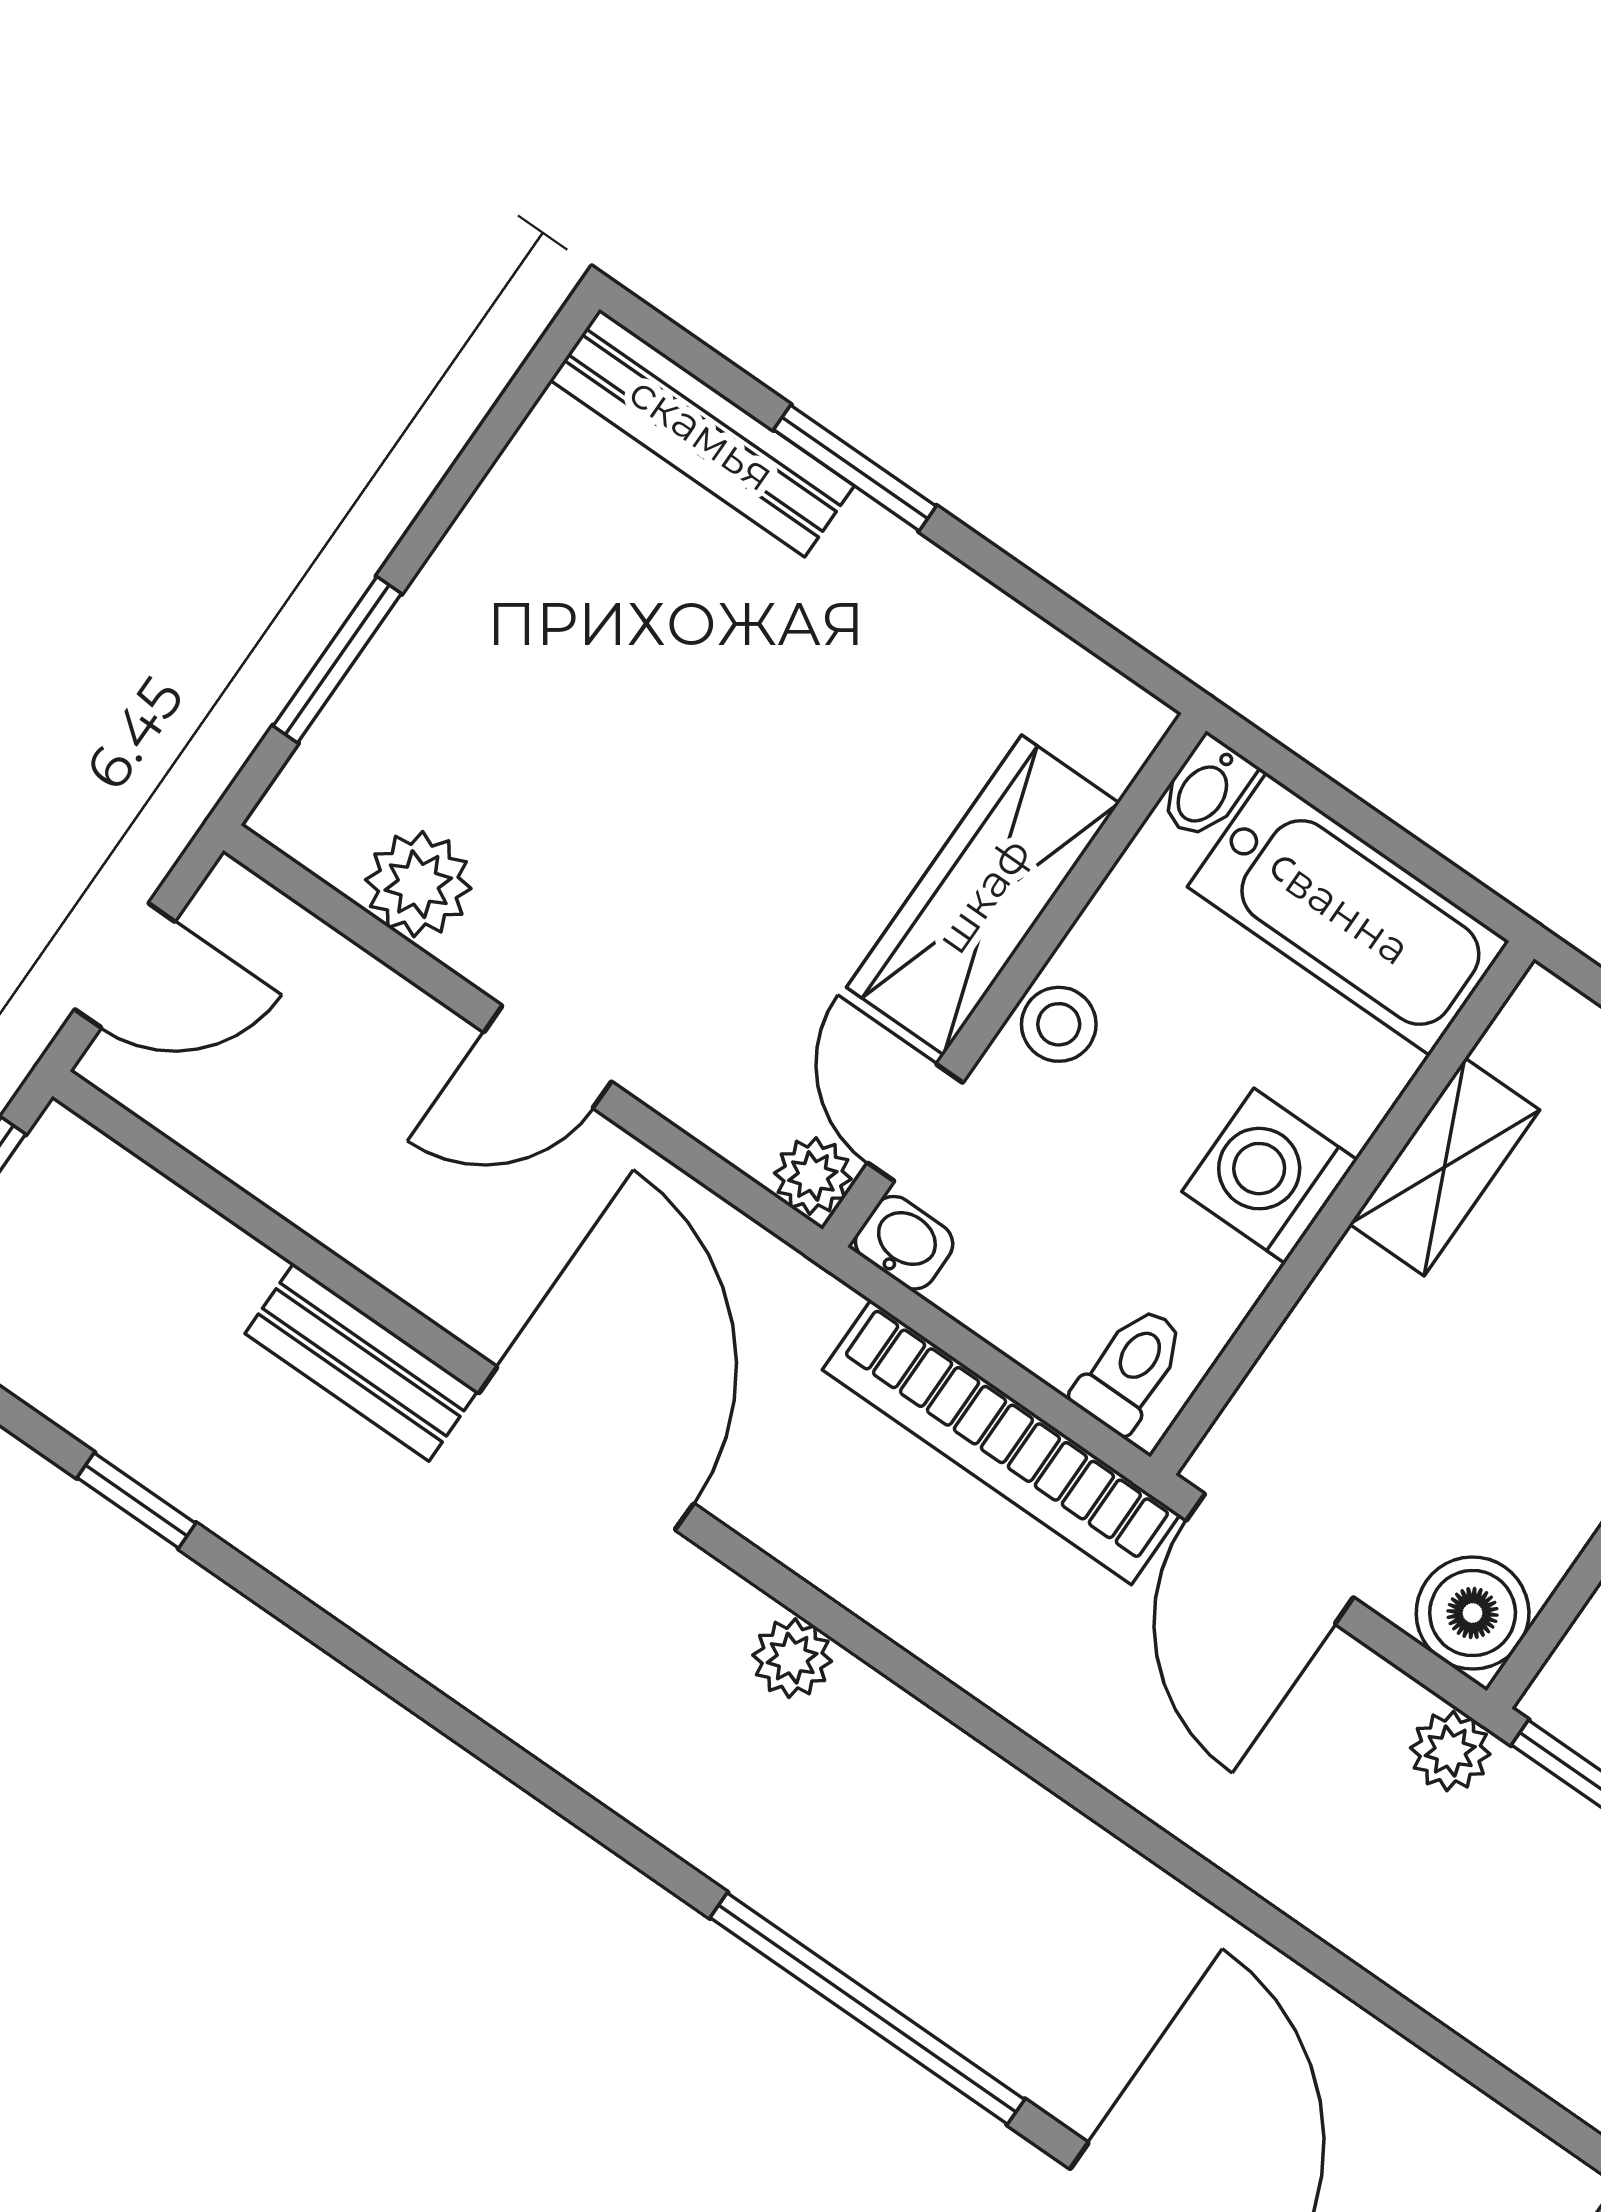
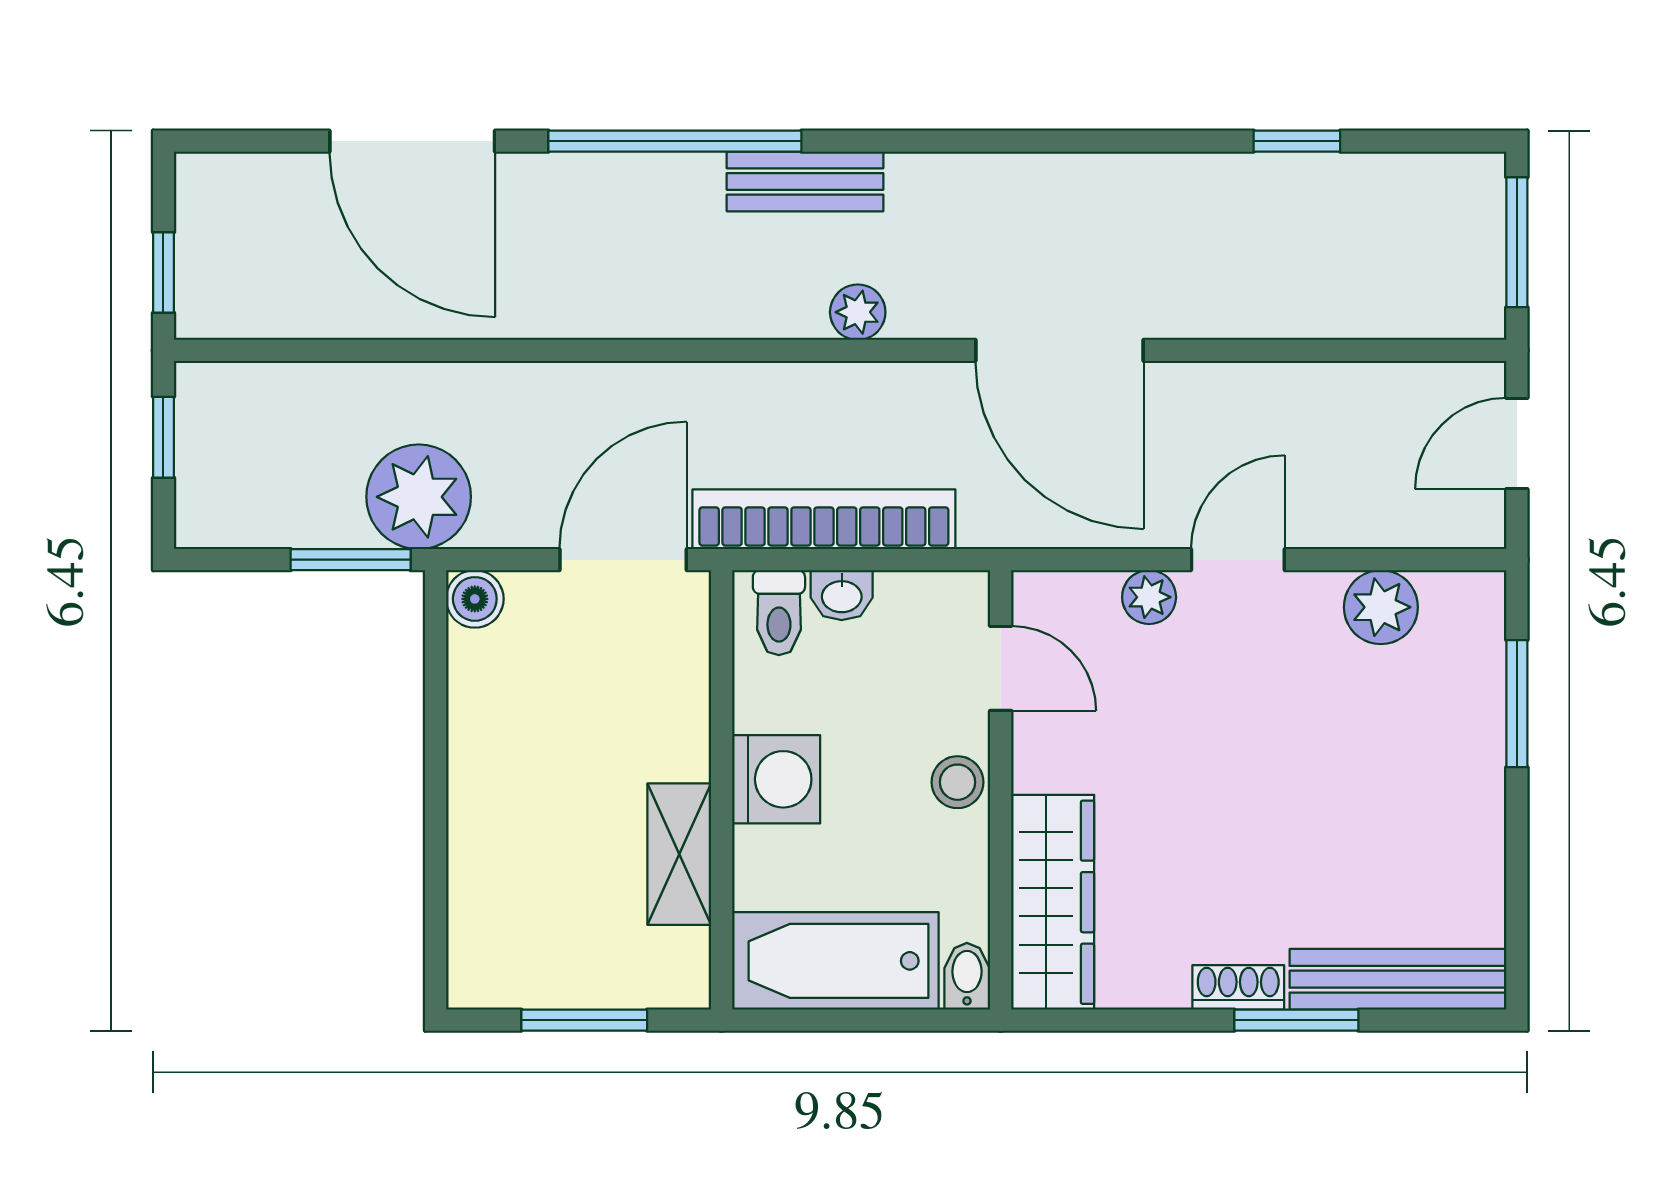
shoe rack: (896, 554) -> (1238, 987), added
wardrobe: (983, 895) -> (1053, 902), moved
plant: (813, 1176) -> (1149, 597), moved
washbasin: (904, 1243) -> (842, 595), moved
bench: (361, 1362) -> (805, 181), moved
door: (1270, 1559) -> (623, 560), hinge flipped
boiler: (1473, 1613) -> (475, 599), width x0.73, depth x0.73
plant: (1450, 1751) -> (419, 497), width x1.88, depth x1.88

